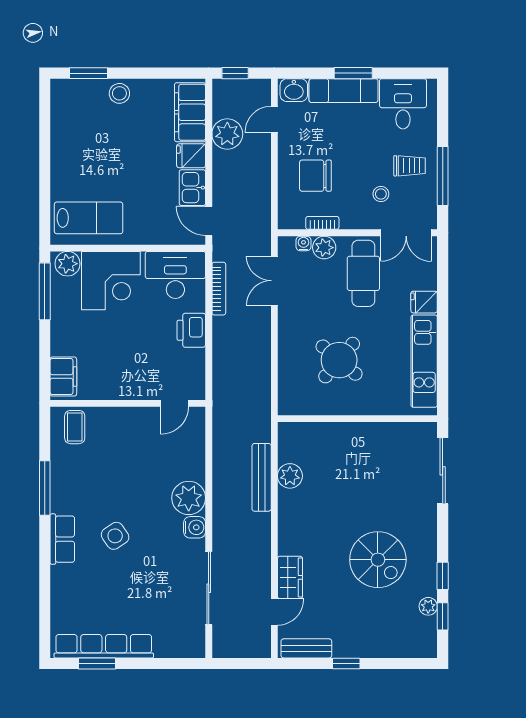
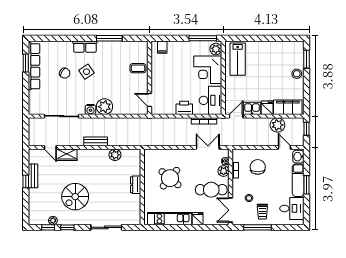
filing cabinet: (63, 377) -> (162, 47), width x0.50
coffee table: (75, 427) -> (138, 68), moved
dresser: (353, 432) -> (136, 185), added
sliding door: (443, 471) -> (106, 227), moved
bench: (262, 477) -> (96, 141), moved, width x0.73
chair: (118, 582) -> (65, 73), added
bench: (306, 648) -> (33, 176), moved

